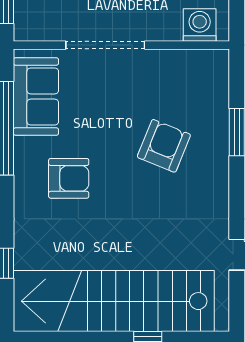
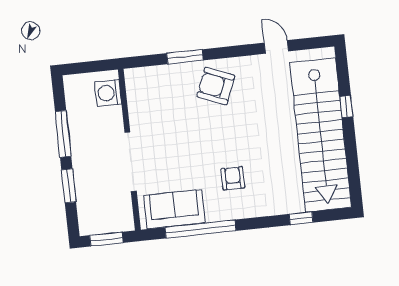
armchair: (164, 146) -> (216, 86), moved
armchair: (69, 178) -> (233, 178), width x0.72, depth x0.72

